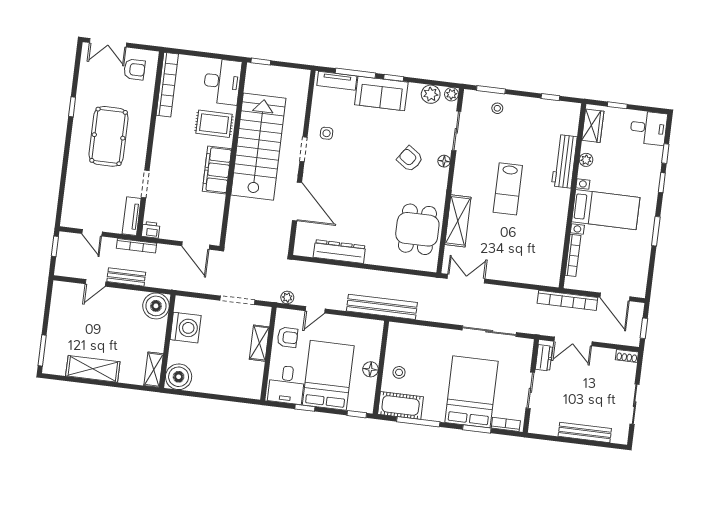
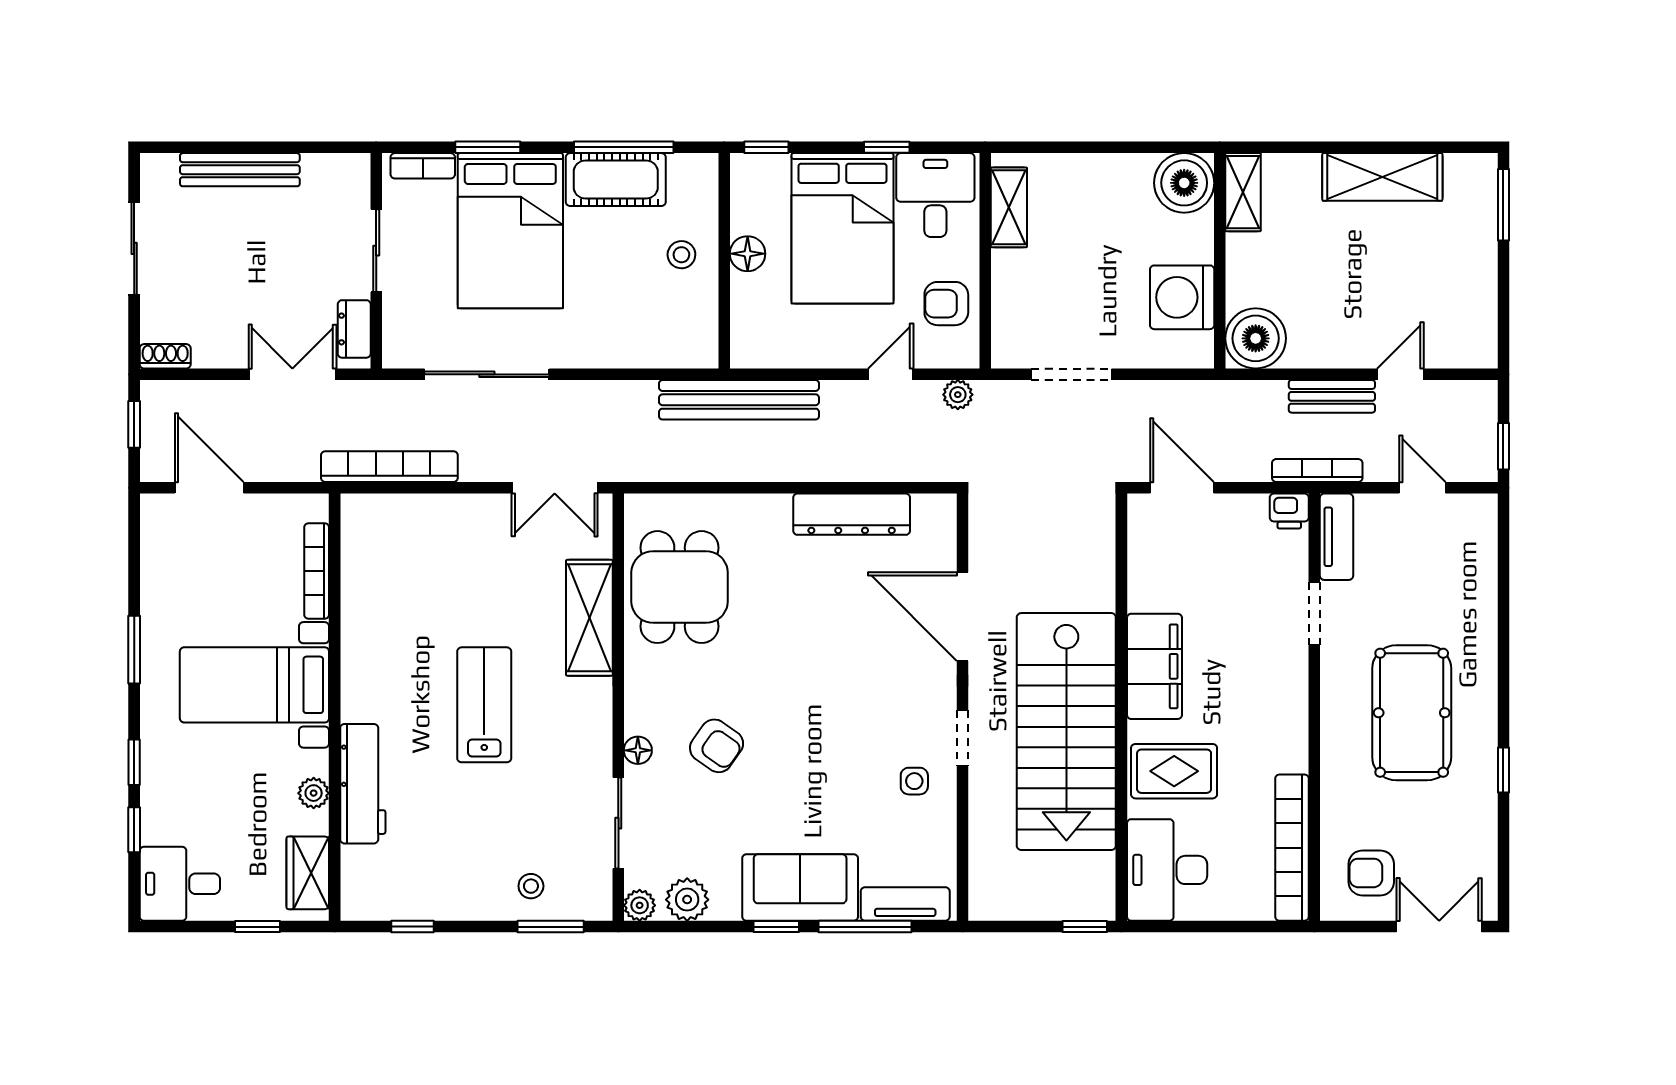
bookcase: (567, 300) -> (389, 467), moved
shelving: (259, 343) -> (1009, 207), moved
cot: (401, 405) -> (616, 180), moved

